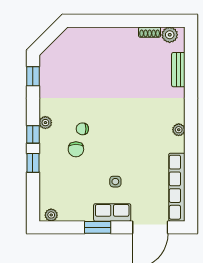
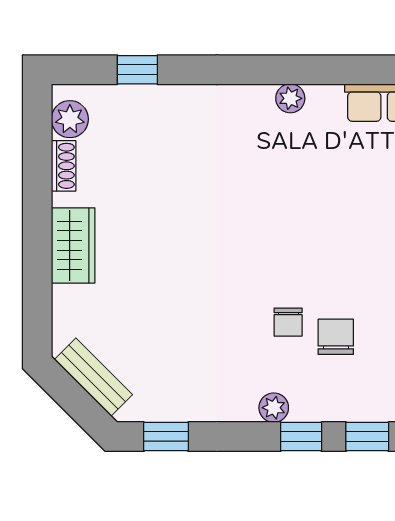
wardrobe: (115, 36) -> (73, 245), added
window: (191, 64) -> (137, 70), added
bench: (178, 70) -> (93, 377), moved, turned 45
chair: (76, 149) -> (336, 337), turned -90

